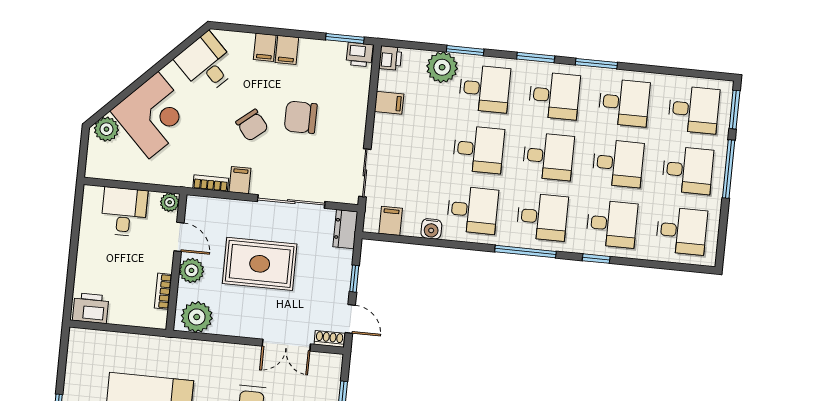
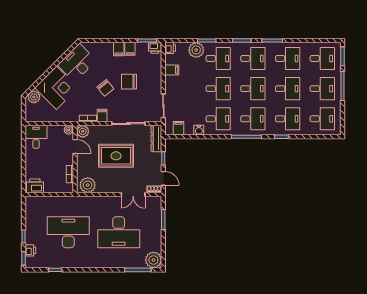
filing cabinet: (265, 47) -> (130, 49), moved
desk: (207, 64) -> (77, 63), width x1.37
desk: (124, 212) -> (36, 137), moved
dresser: (345, 229) -> (156, 139), width x1.44
plant: (191, 270) -> (83, 131), moved

